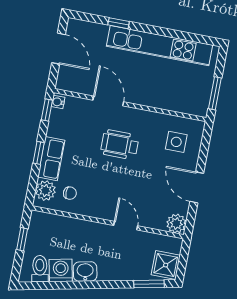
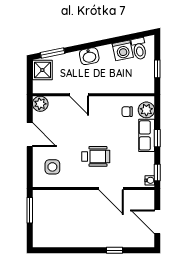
kitchen unit: (160, 46) -> (80, 239), removed
washbasin: (85, 272) -> (89, 56), moved

